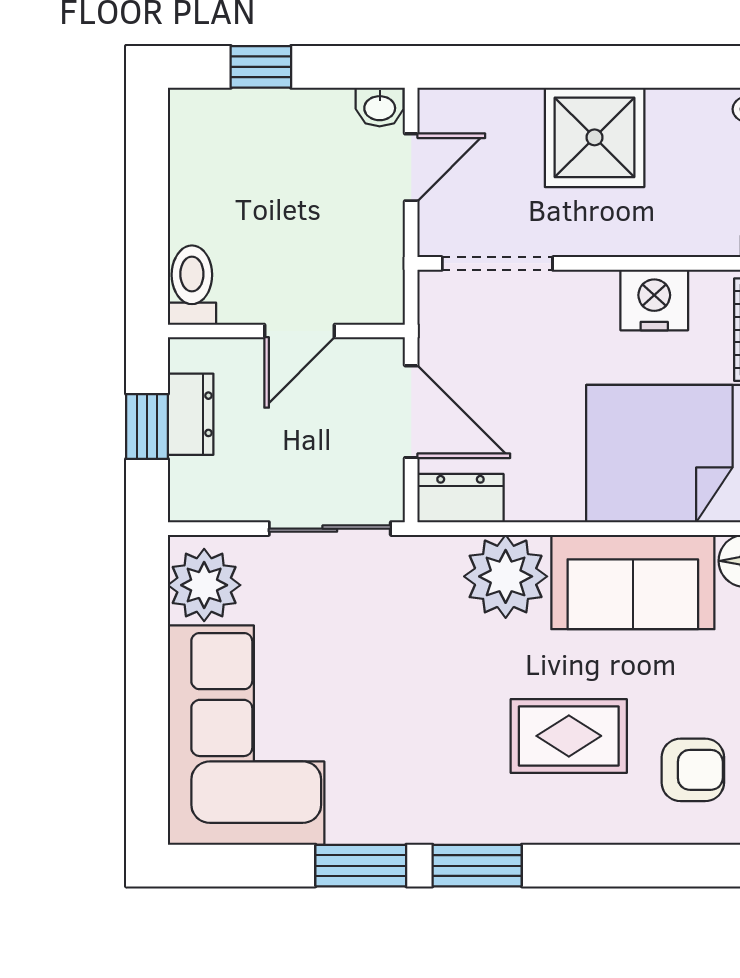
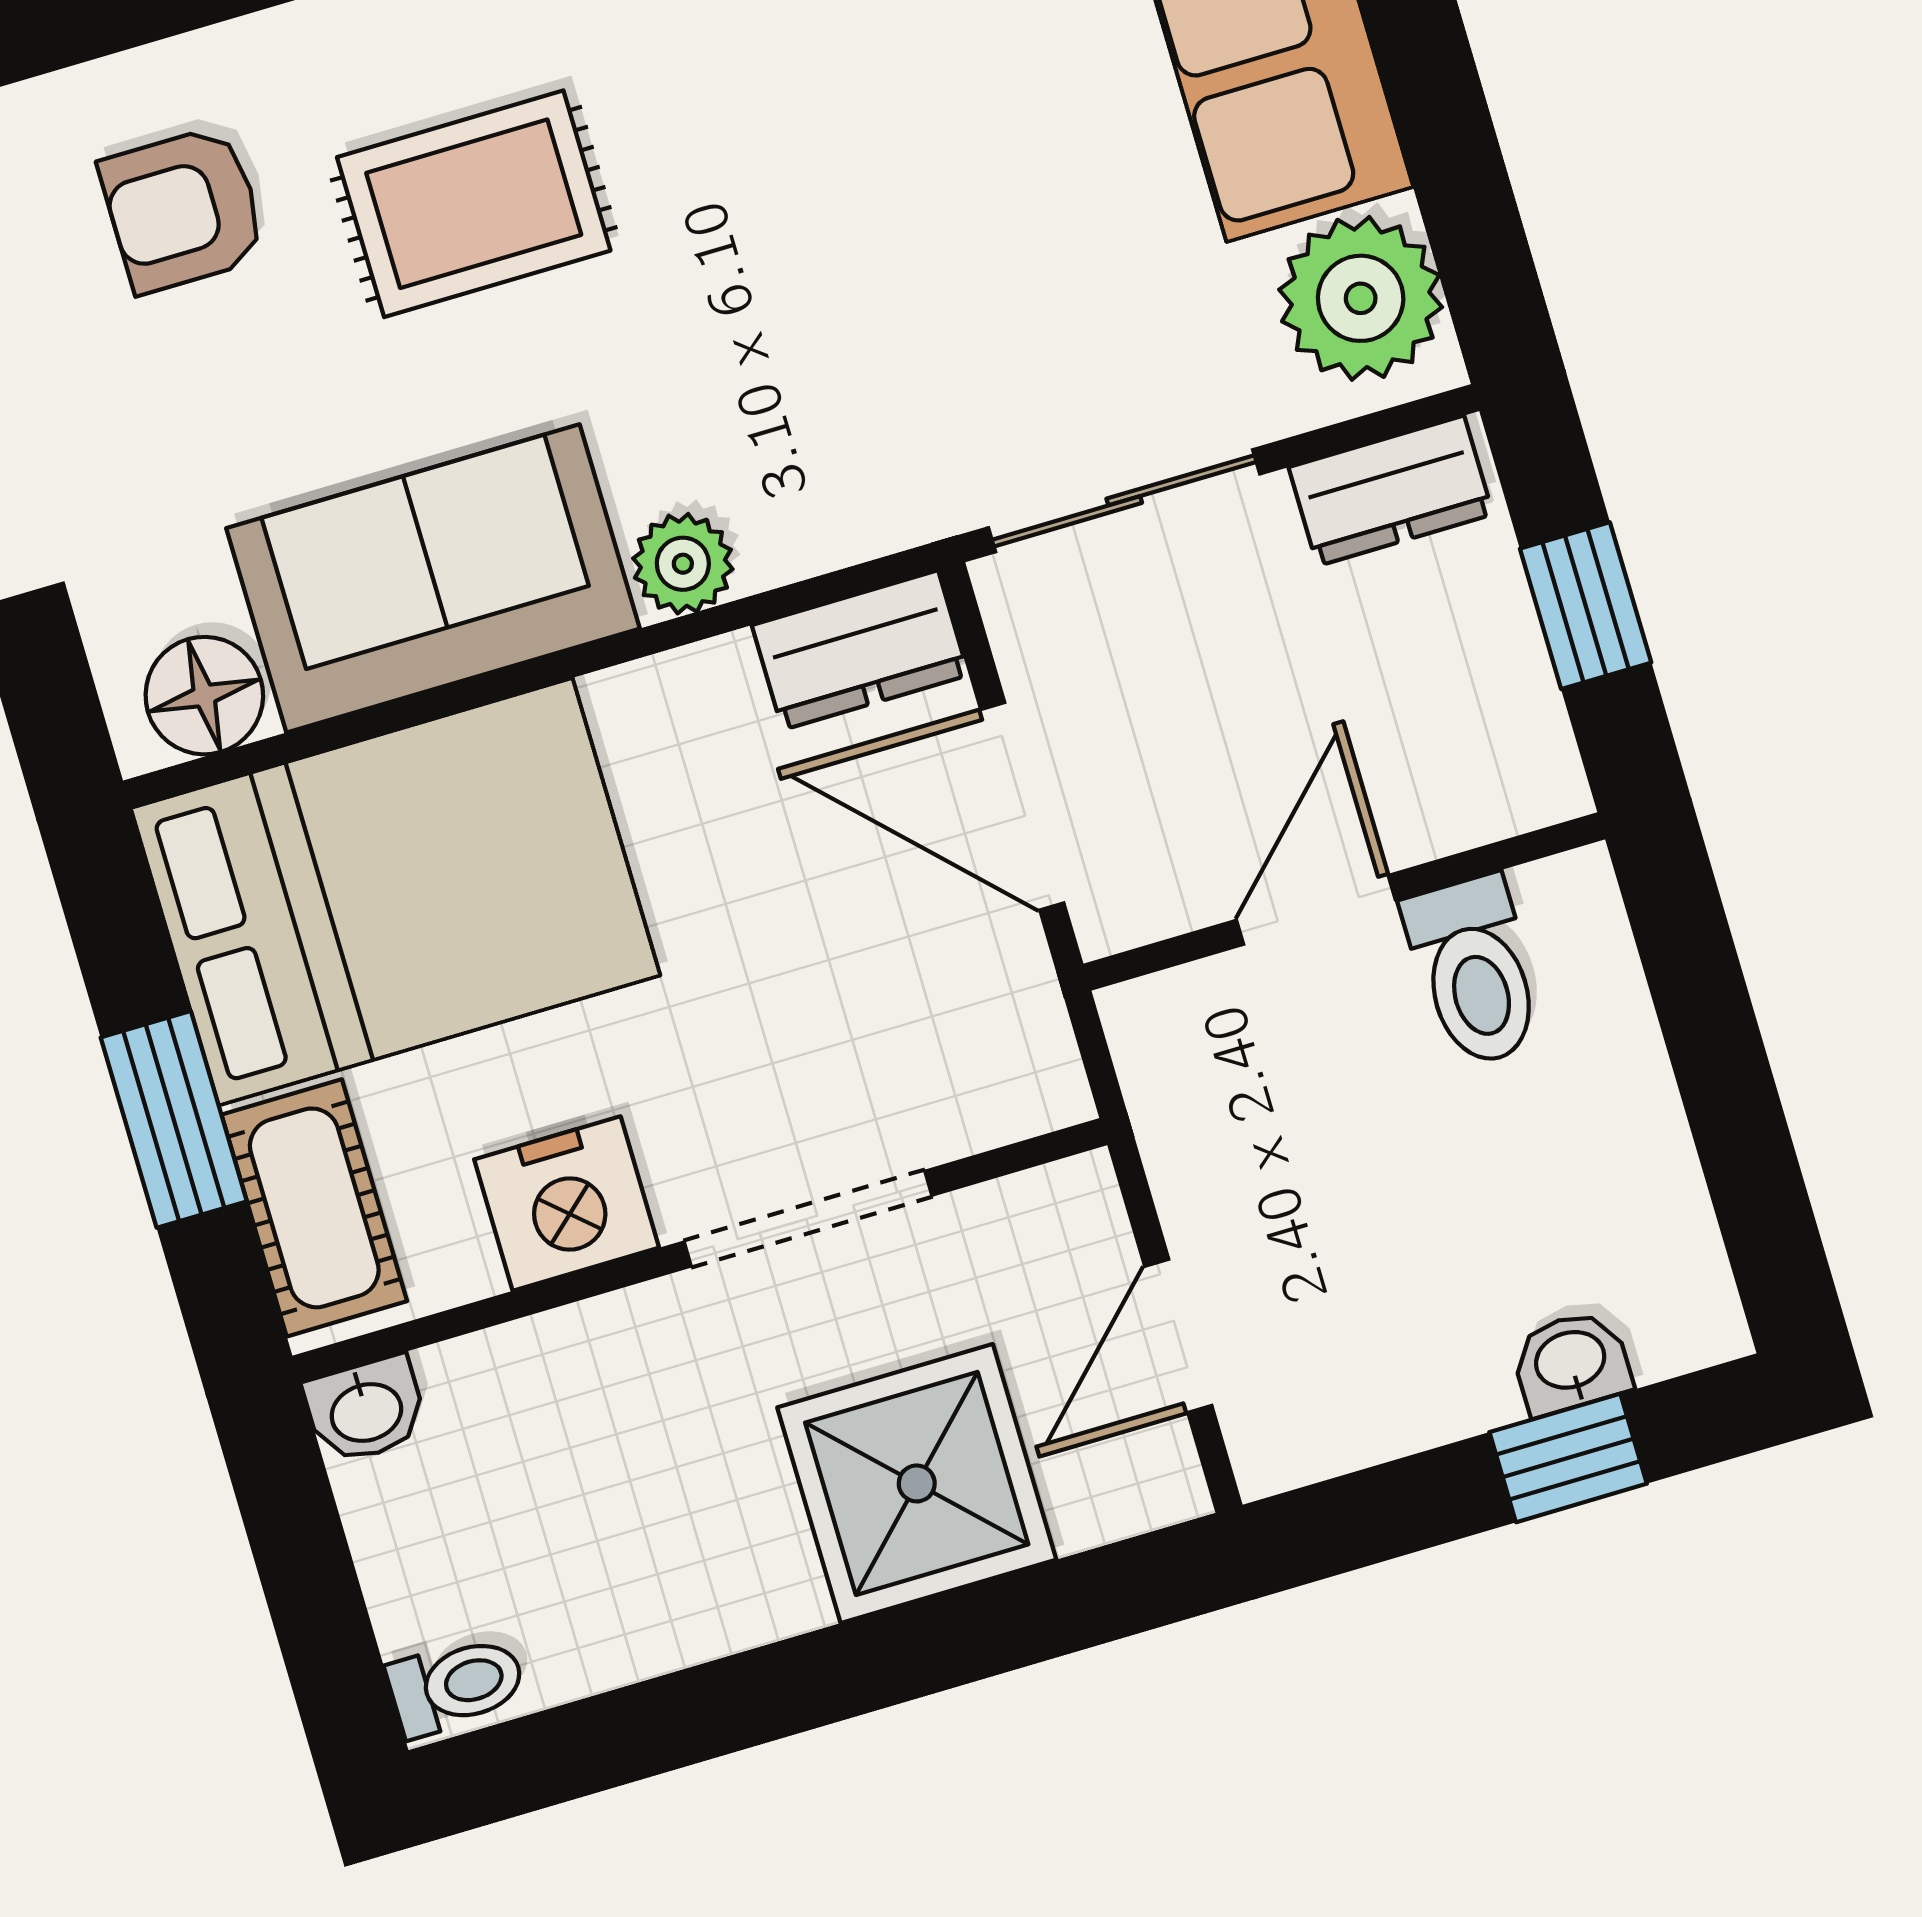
washbasin: (380, 107) -> (1571, 1362), moved
shower: (595, 137) -> (917, 1483), moved
doorway: (497, 263) -> (808, 1219), moved
toilet: (192, 285) -> (1474, 971), moved
dresser: (191, 414) -> (1391, 491), moved, turned -90
plant: (506, 576) -> (683, 564), width x0.53, depth x0.53

